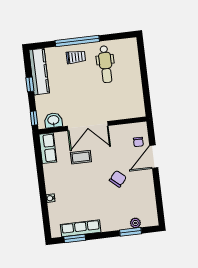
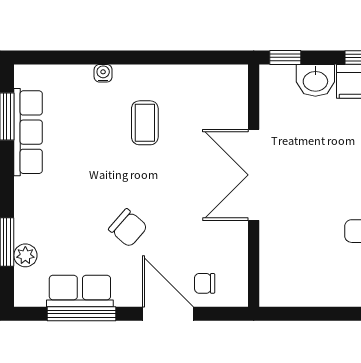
washbasin: (53, 120) -> (315, 80), moved, turned 90
row of seats: (48, 148) -> (80, 291), moved, turned 180
coffee table: (81, 157) -> (145, 123), moved
window: (158, 195) -> (81, 314), added

